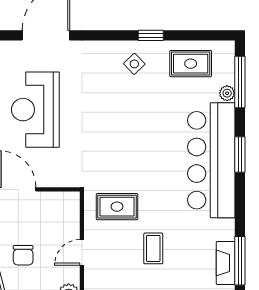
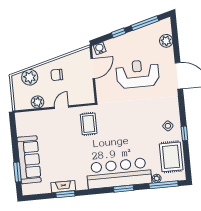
rug: (191, 64) -> (171, 157), width x1.36, depth x1.43
coffee table: (153, 248) -> (67, 146), removed
door: (82, 252) -> (62, 107), hinge flipped
window: (240, 261) -> (65, 194), width x0.69

